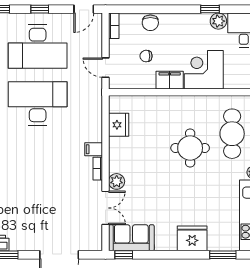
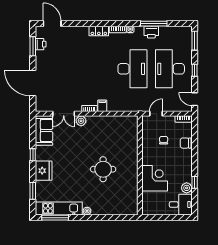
filing cabinet: (170, 80) -> (148, 156), removed
fridge: (119, 125) -> (118, 122), removed
cafe table: (232, 134) -> (112, 197), removed
window: (124, 255) -> (33, 155), moved

